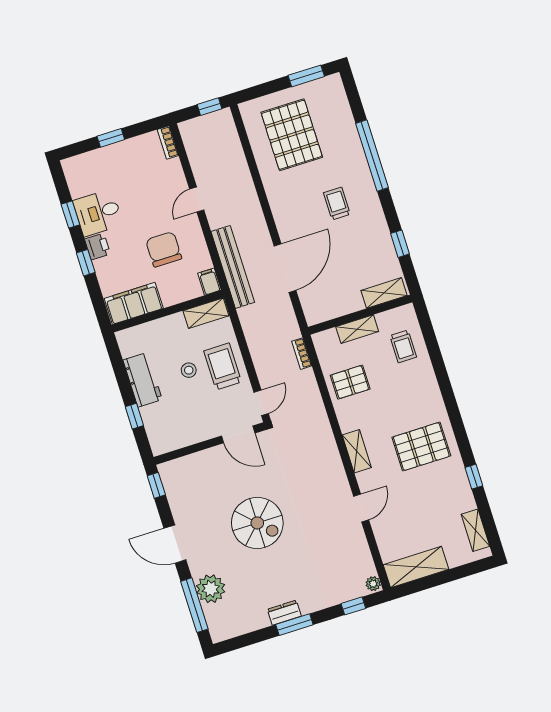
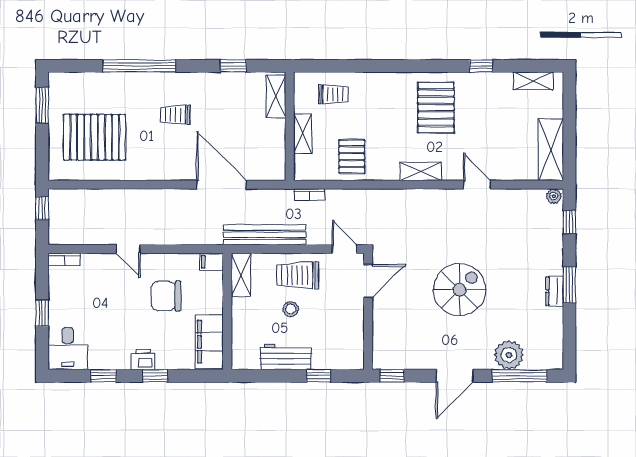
desk: (98, 213) -> (68, 349), moved
bench: (233, 267) -> (264, 235), moved

